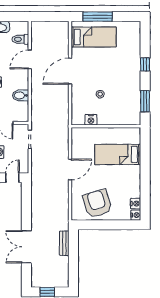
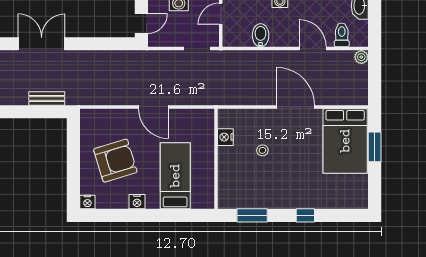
window: (98, 17) -> (375, 147), width x0.69
plant: (36, 26) -> (361, 57), added
bed: (94, 37) -> (345, 141), width x1.50
door: (12, 178) -> (141, 23), hinge flipped
armchair: (97, 203) -> (115, 161), moved
nightstand: (136, 204) -> (137, 202), moved

